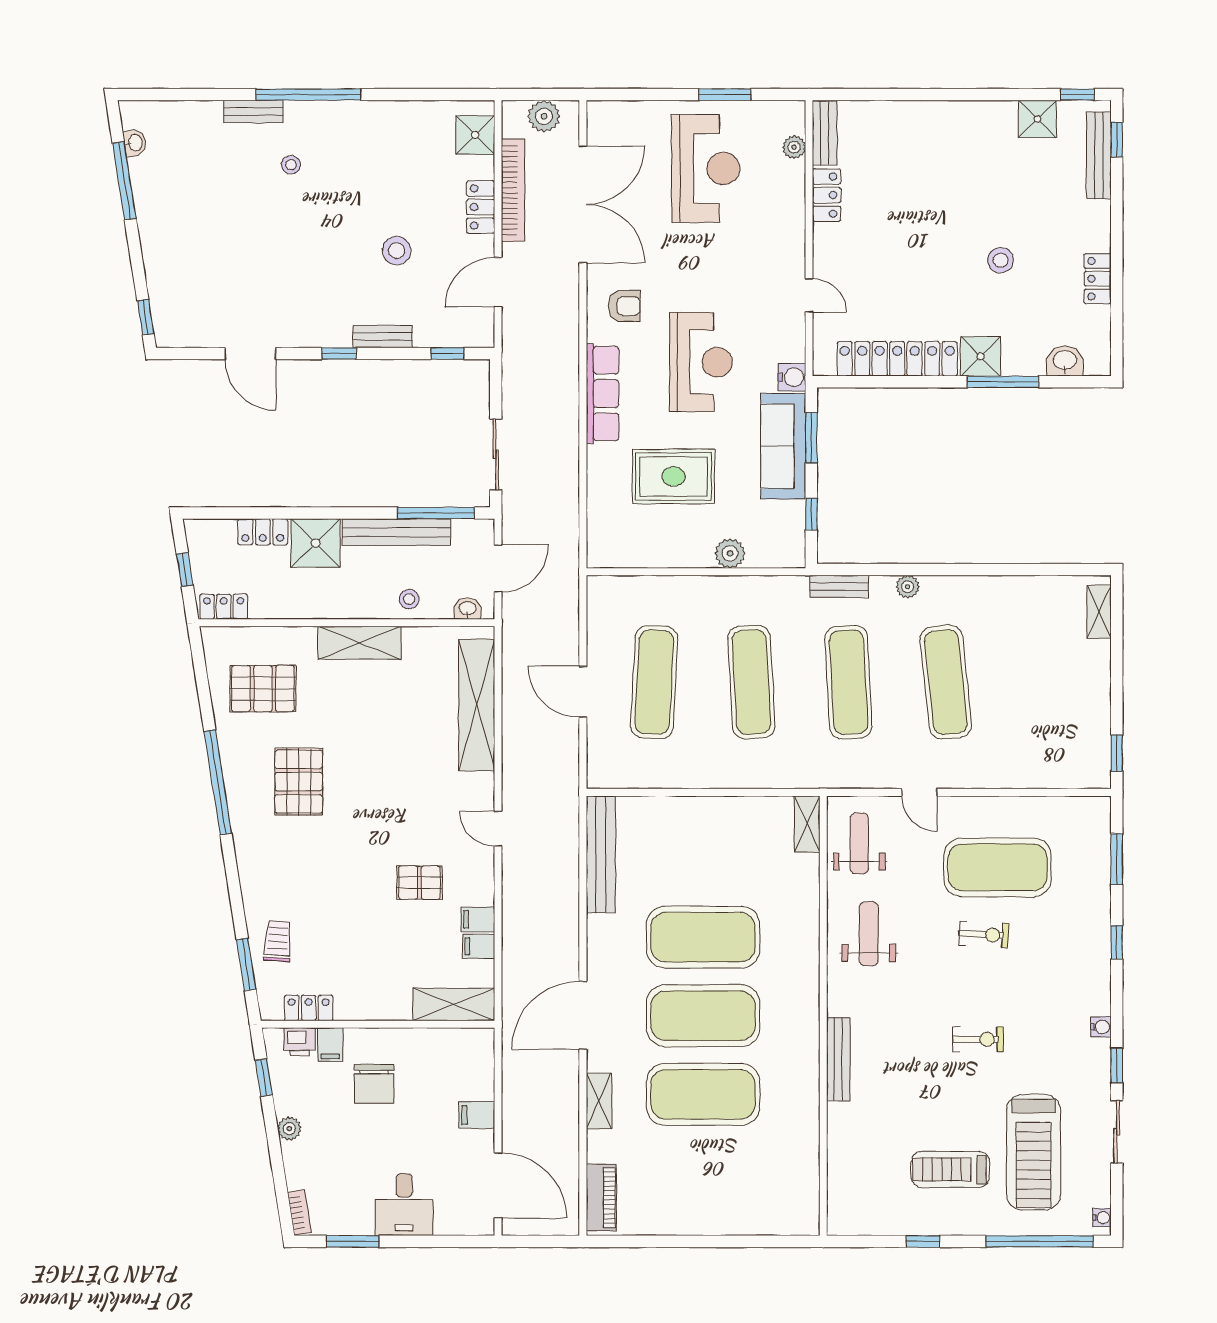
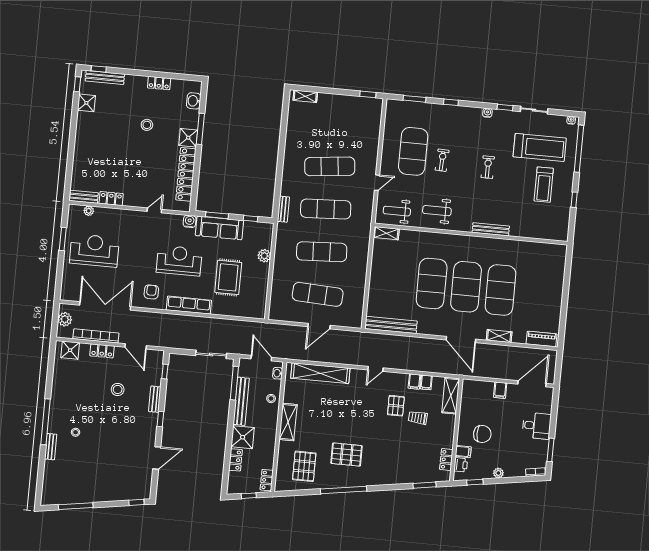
washbasin: (135, 143) -> (59, 500), removed
plant: (908, 587) -> (286, 179), removed
trolley: (278, 941) -> (418, 418), moved

